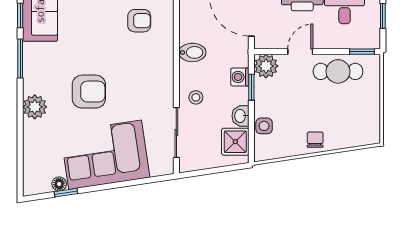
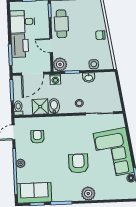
washing machine: (240, 77) -> (55, 79), moved
shower: (235, 142) -> (40, 107), moved

